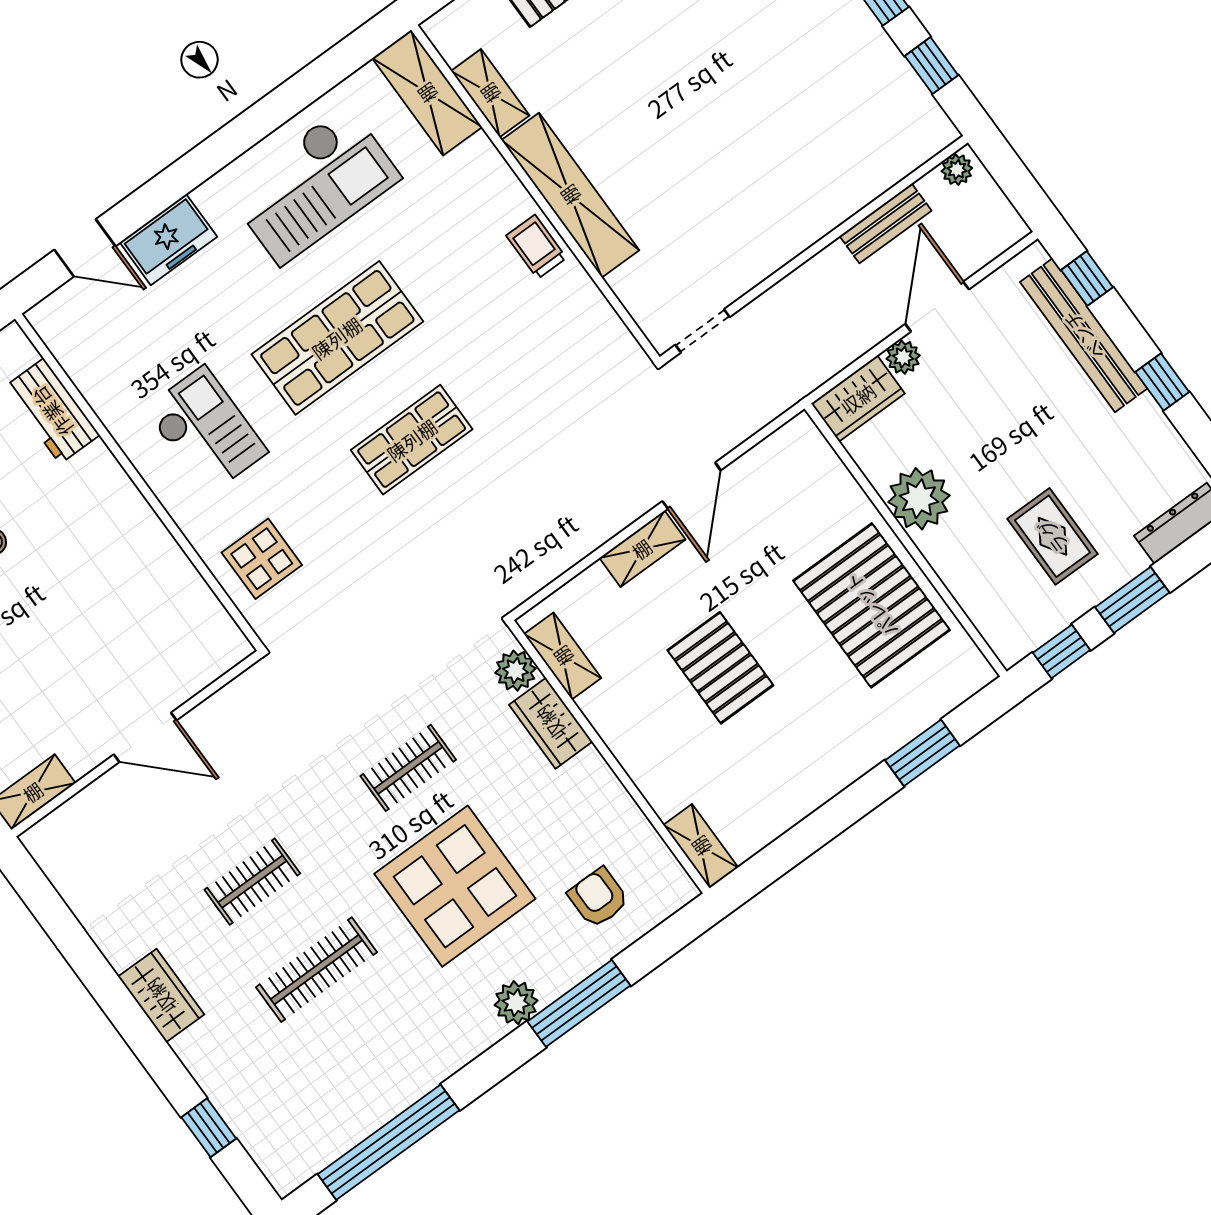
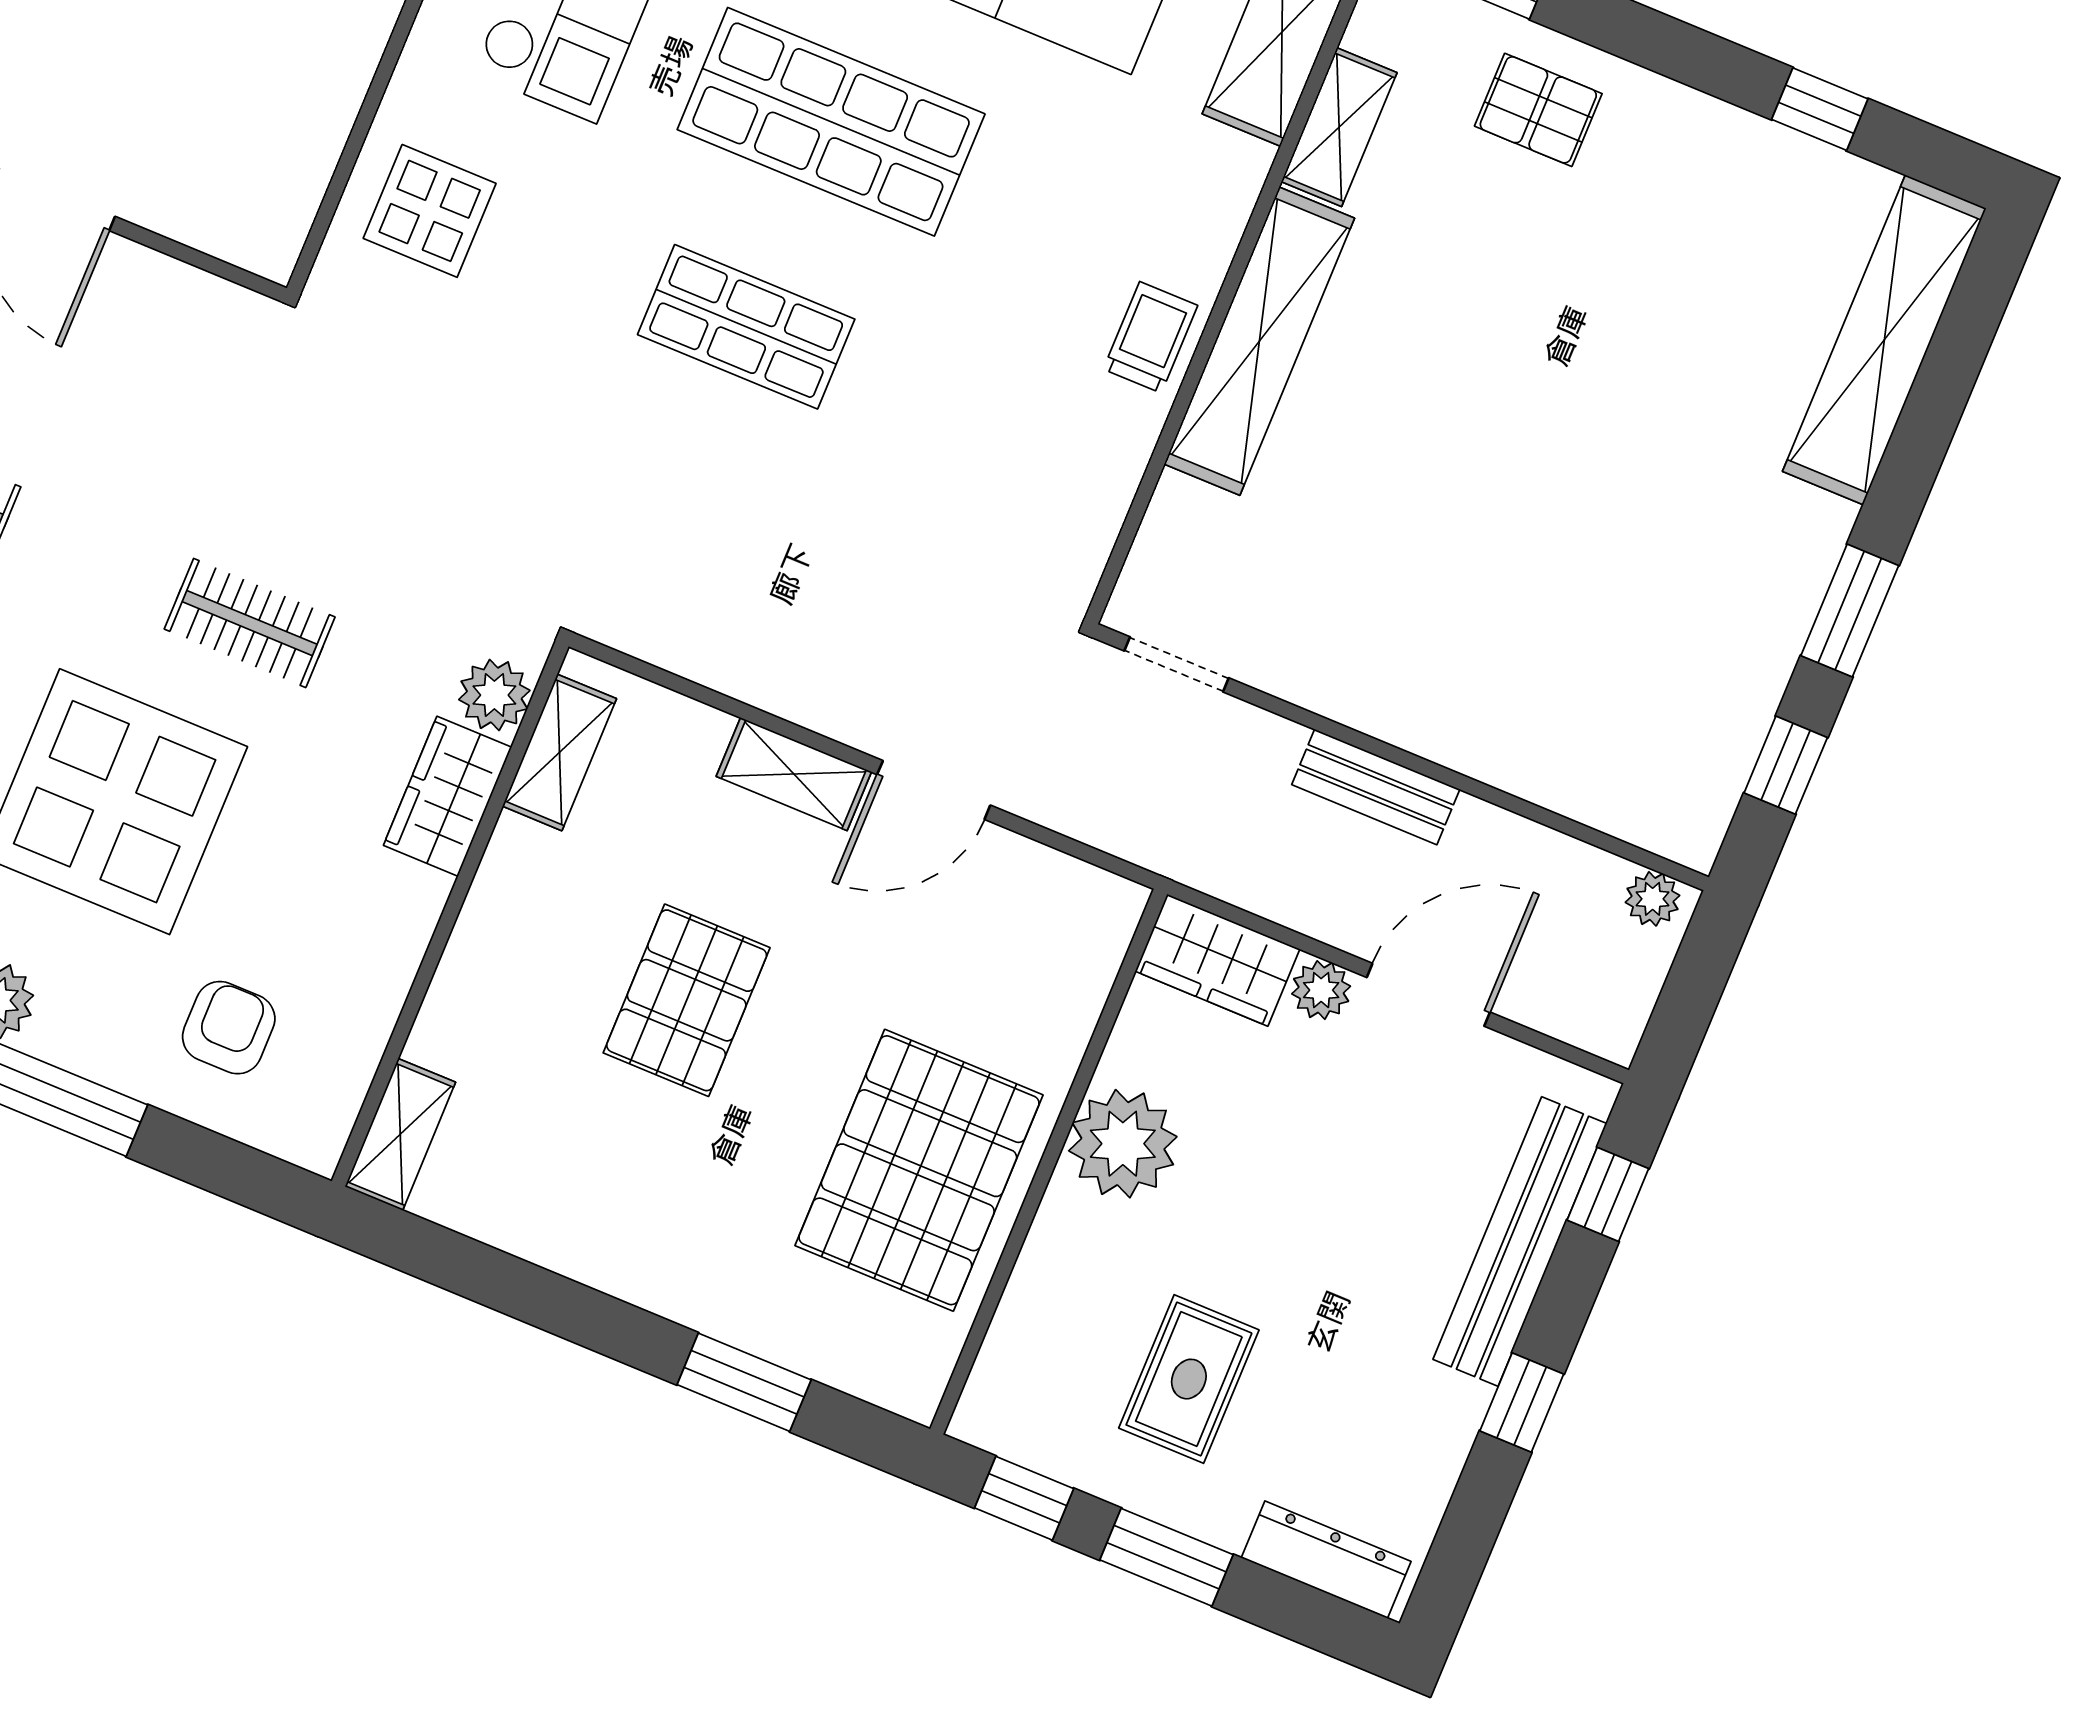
bench: (886, 223) -> (1376, 787), moved

